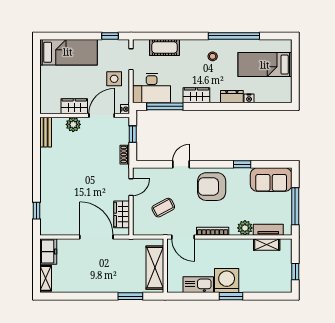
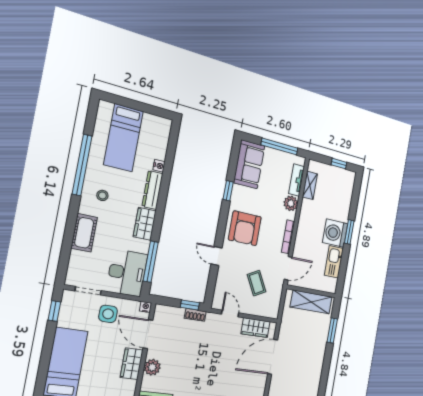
cot: (165, 47) -> (84, 233), moved
dresser: (232, 97) -> (152, 190), width x1.44
window: (133, 134) -> (190, 305), moved

